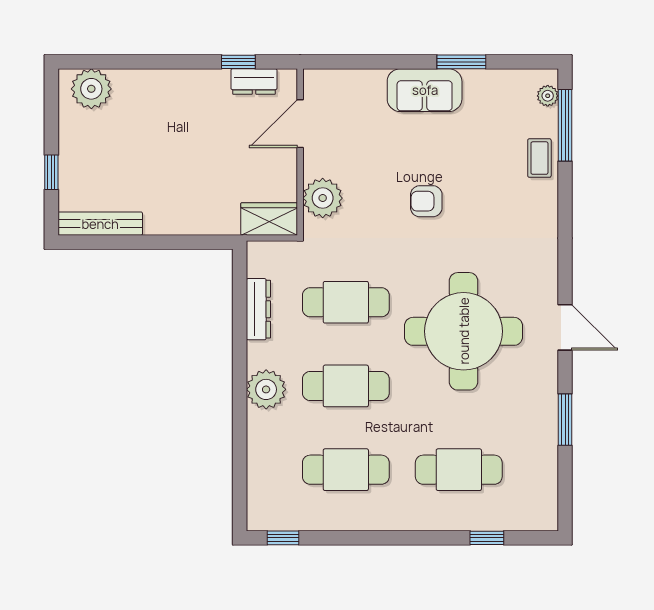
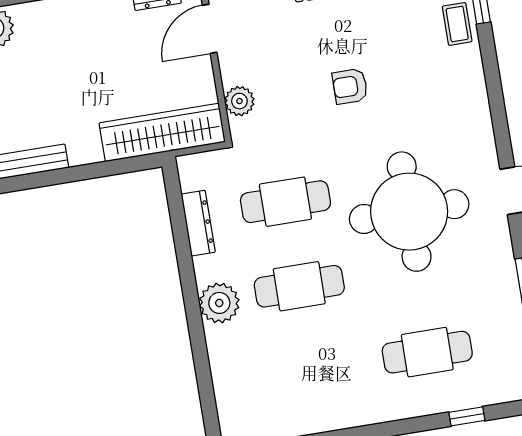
plant: (323, 198) -> (239, 101), width x0.73, depth x0.73
wardrobe: (269, 219) -> (162, 132), width x2.10, depth x1.17
cafe table: (346, 470) -> (313, 371), removed

